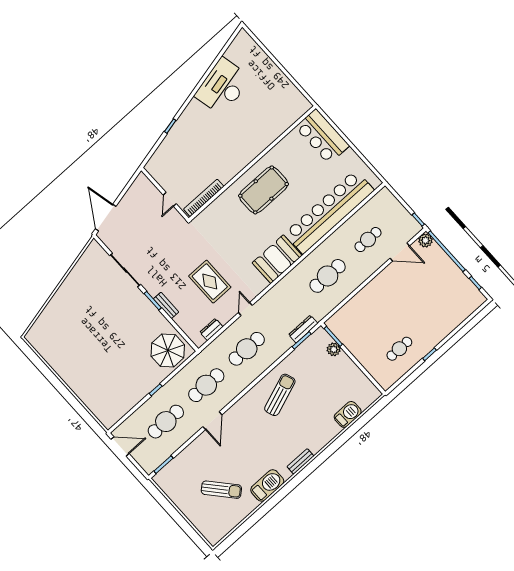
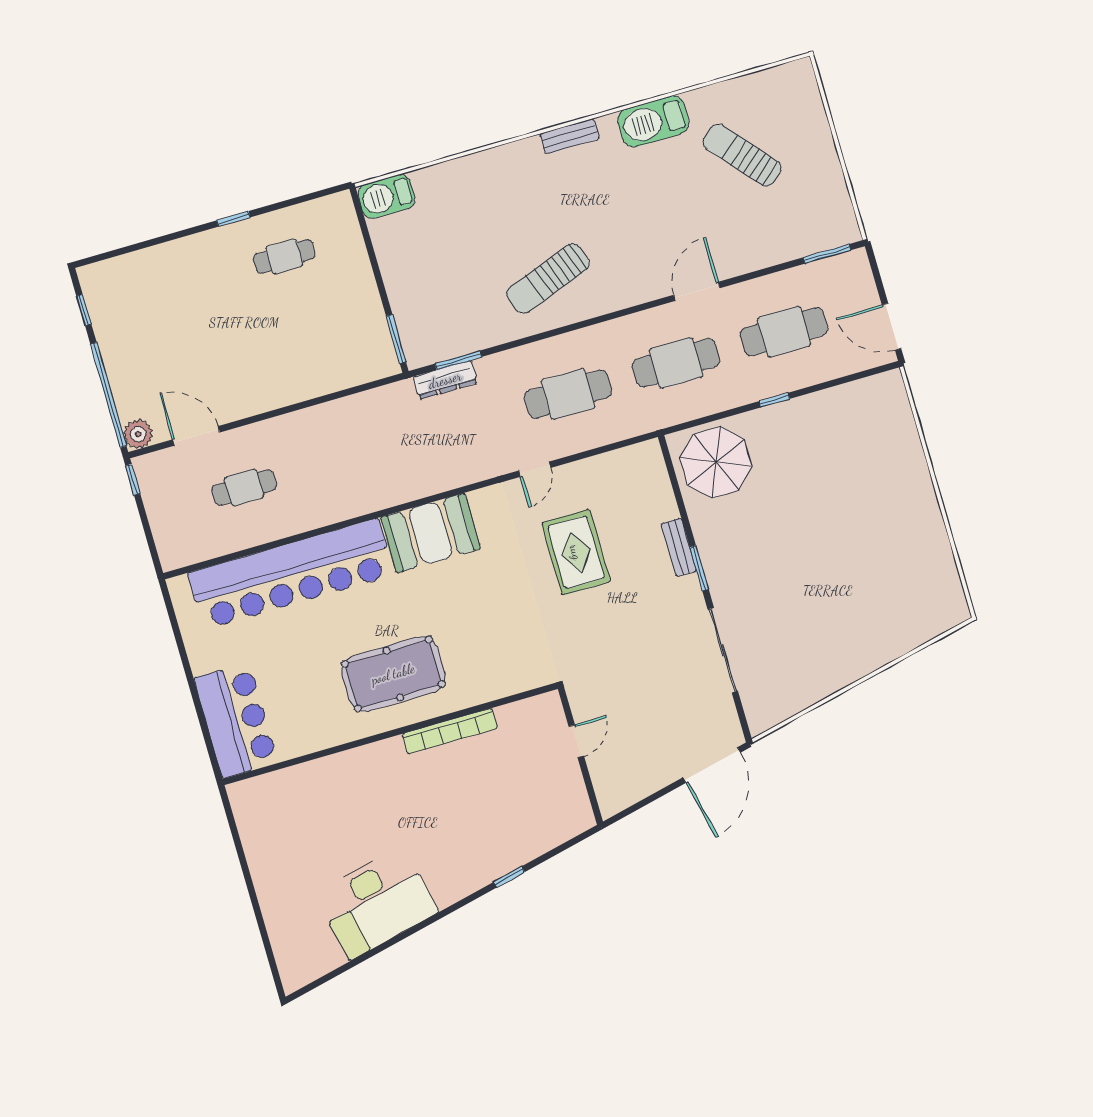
bookcase: (204, 198) -> (450, 731), moved
cafe table: (328, 276) -> (352, 456), removed
dresser: (211, 330) -> (616, 462), removed
plant: (334, 349) -> (407, 315), removed
barbecue: (348, 414) -> (386, 196), moved

